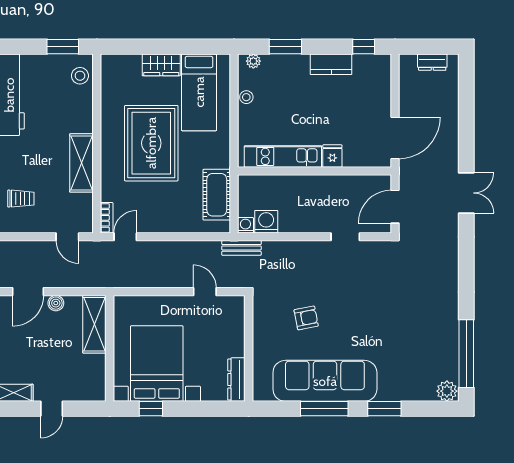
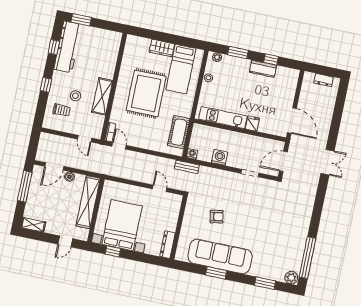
window: (63, 47) -> (81, 20), moved
window: (364, 47) -> (271, 59), moved
stool: (80, 76) -> (76, 96), moved
door: (395, 138) -> (292, 120), hinge flipped
washing machine: (266, 222) -> (220, 157), moved
door: (125, 237) -> (119, 146), hinge flipped
shelving: (94, 324) -> (88, 202), width x1.47
door: (52, 409) -> (65, 241), moved
window: (324, 409) -> (216, 273), width x0.69
window: (384, 409) -> (265, 283), moved

